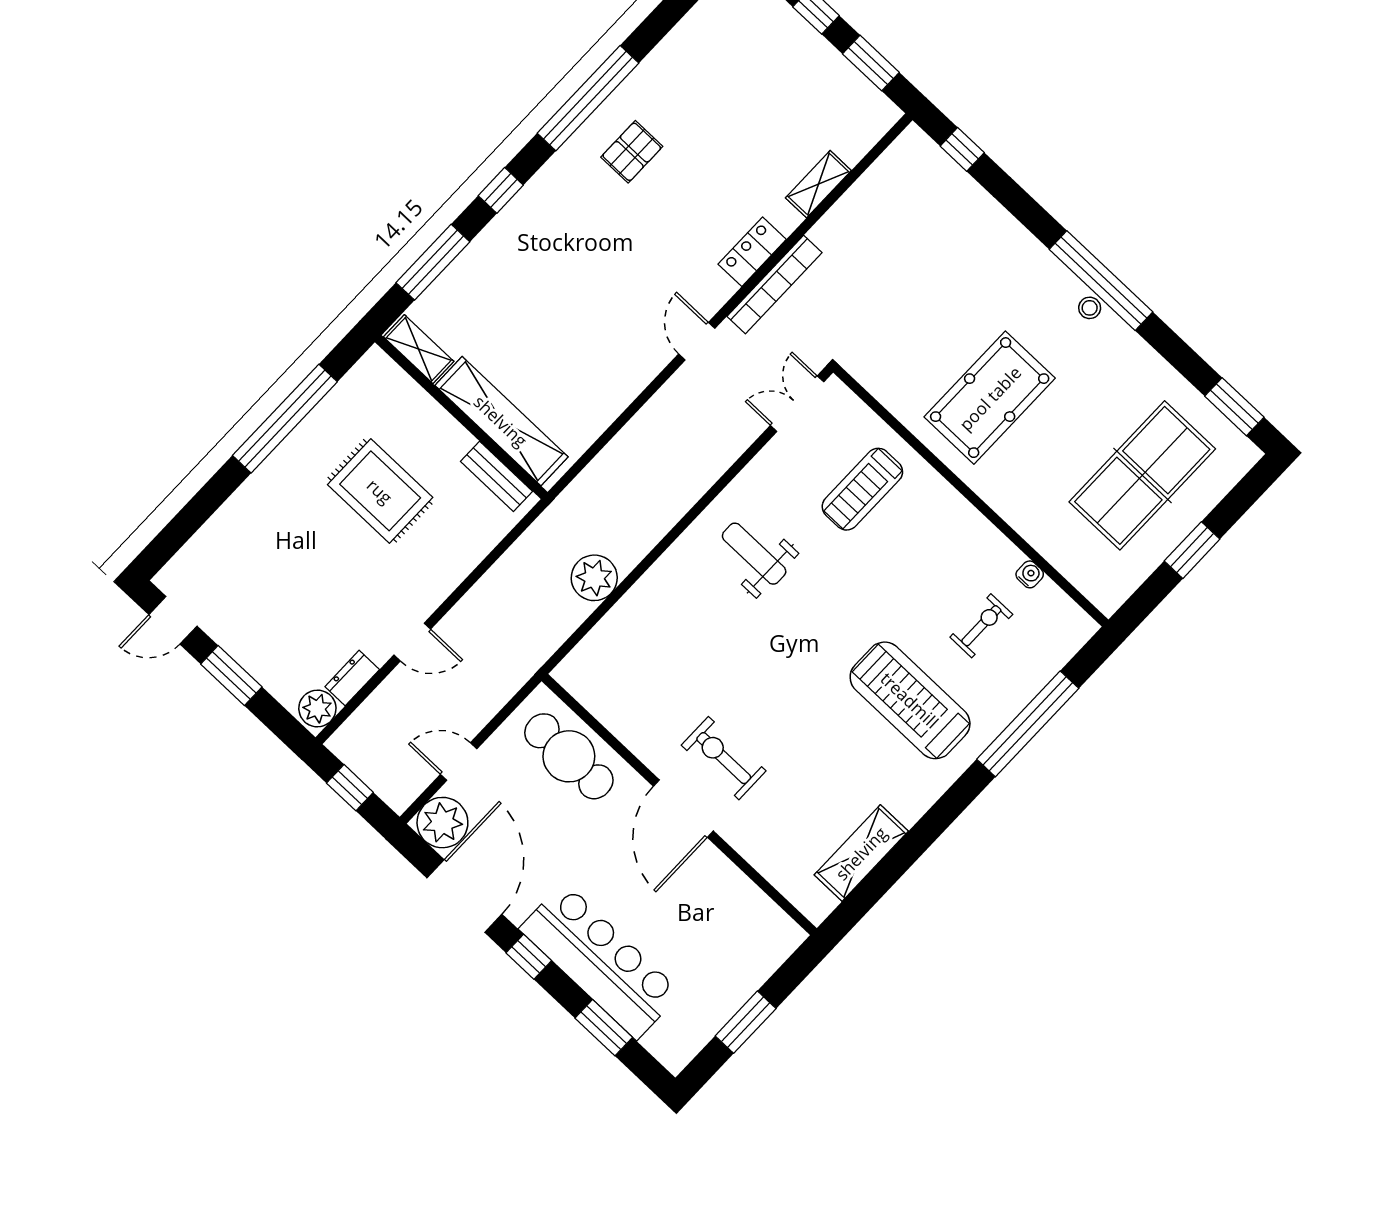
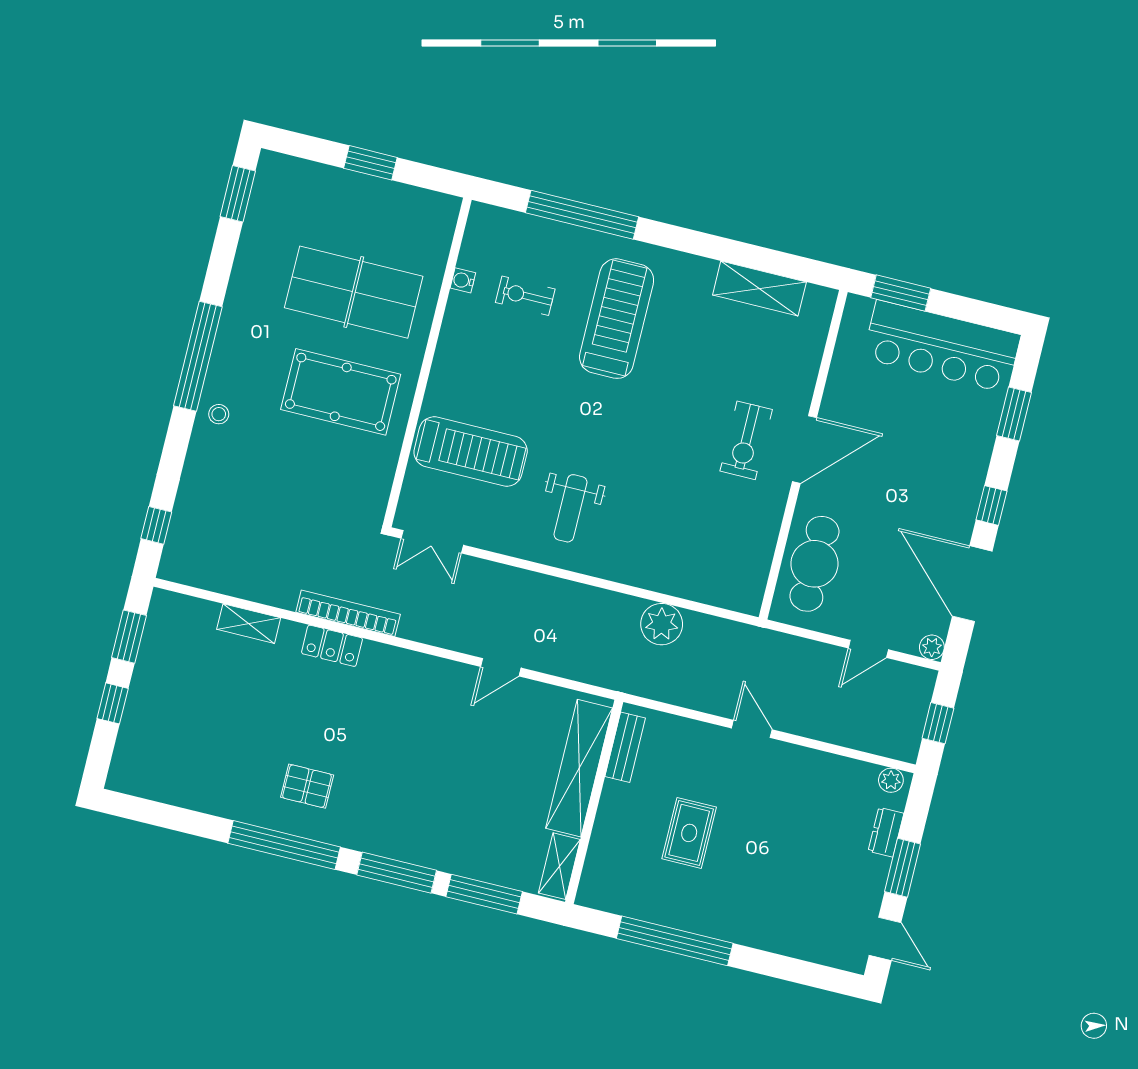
window: (501, 190) -> (397, 873), width x2.17
stool: (1090, 308) -> (219, 414), moved
door: (697, 341) -> (501, 667), moved
table tennis table: (1142, 475) -> (354, 292), moved
treadmill: (862, 489) -> (471, 451), width x1.37, depth x1.38
rug: (380, 491) -> (689, 833), width x0.73, depth x0.70
door: (412, 642) -> (752, 729), moved
dresser: (352, 678) -> (886, 832), moved, turned 90
treadmill: (910, 700) -> (617, 319), turned 180
plant: (317, 709) -> (891, 780), width x0.73, depth x0.73
door: (459, 762) -> (868, 649), hinge flipped
plant: (442, 823) -> (932, 647), width x0.53, depth x0.53
door: (464, 896) -> (972, 584), hinge flipped
bar counter: (600, 961) -> (942, 346), moved, turned -90
window: (746, 1022) -> (901, 293), moved

